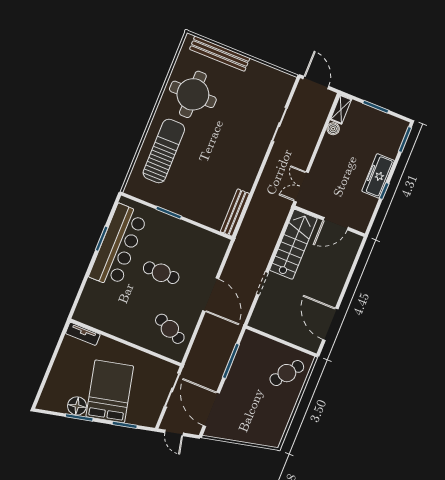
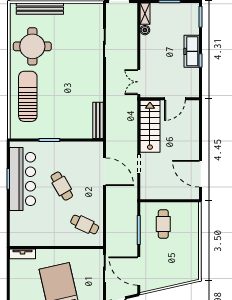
cafe table: (161, 273) -> (62, 186), turned 60
door: (211, 295) -> (104, 172), moved
cafe table: (287, 373) -> (163, 224), moved, turned -37

